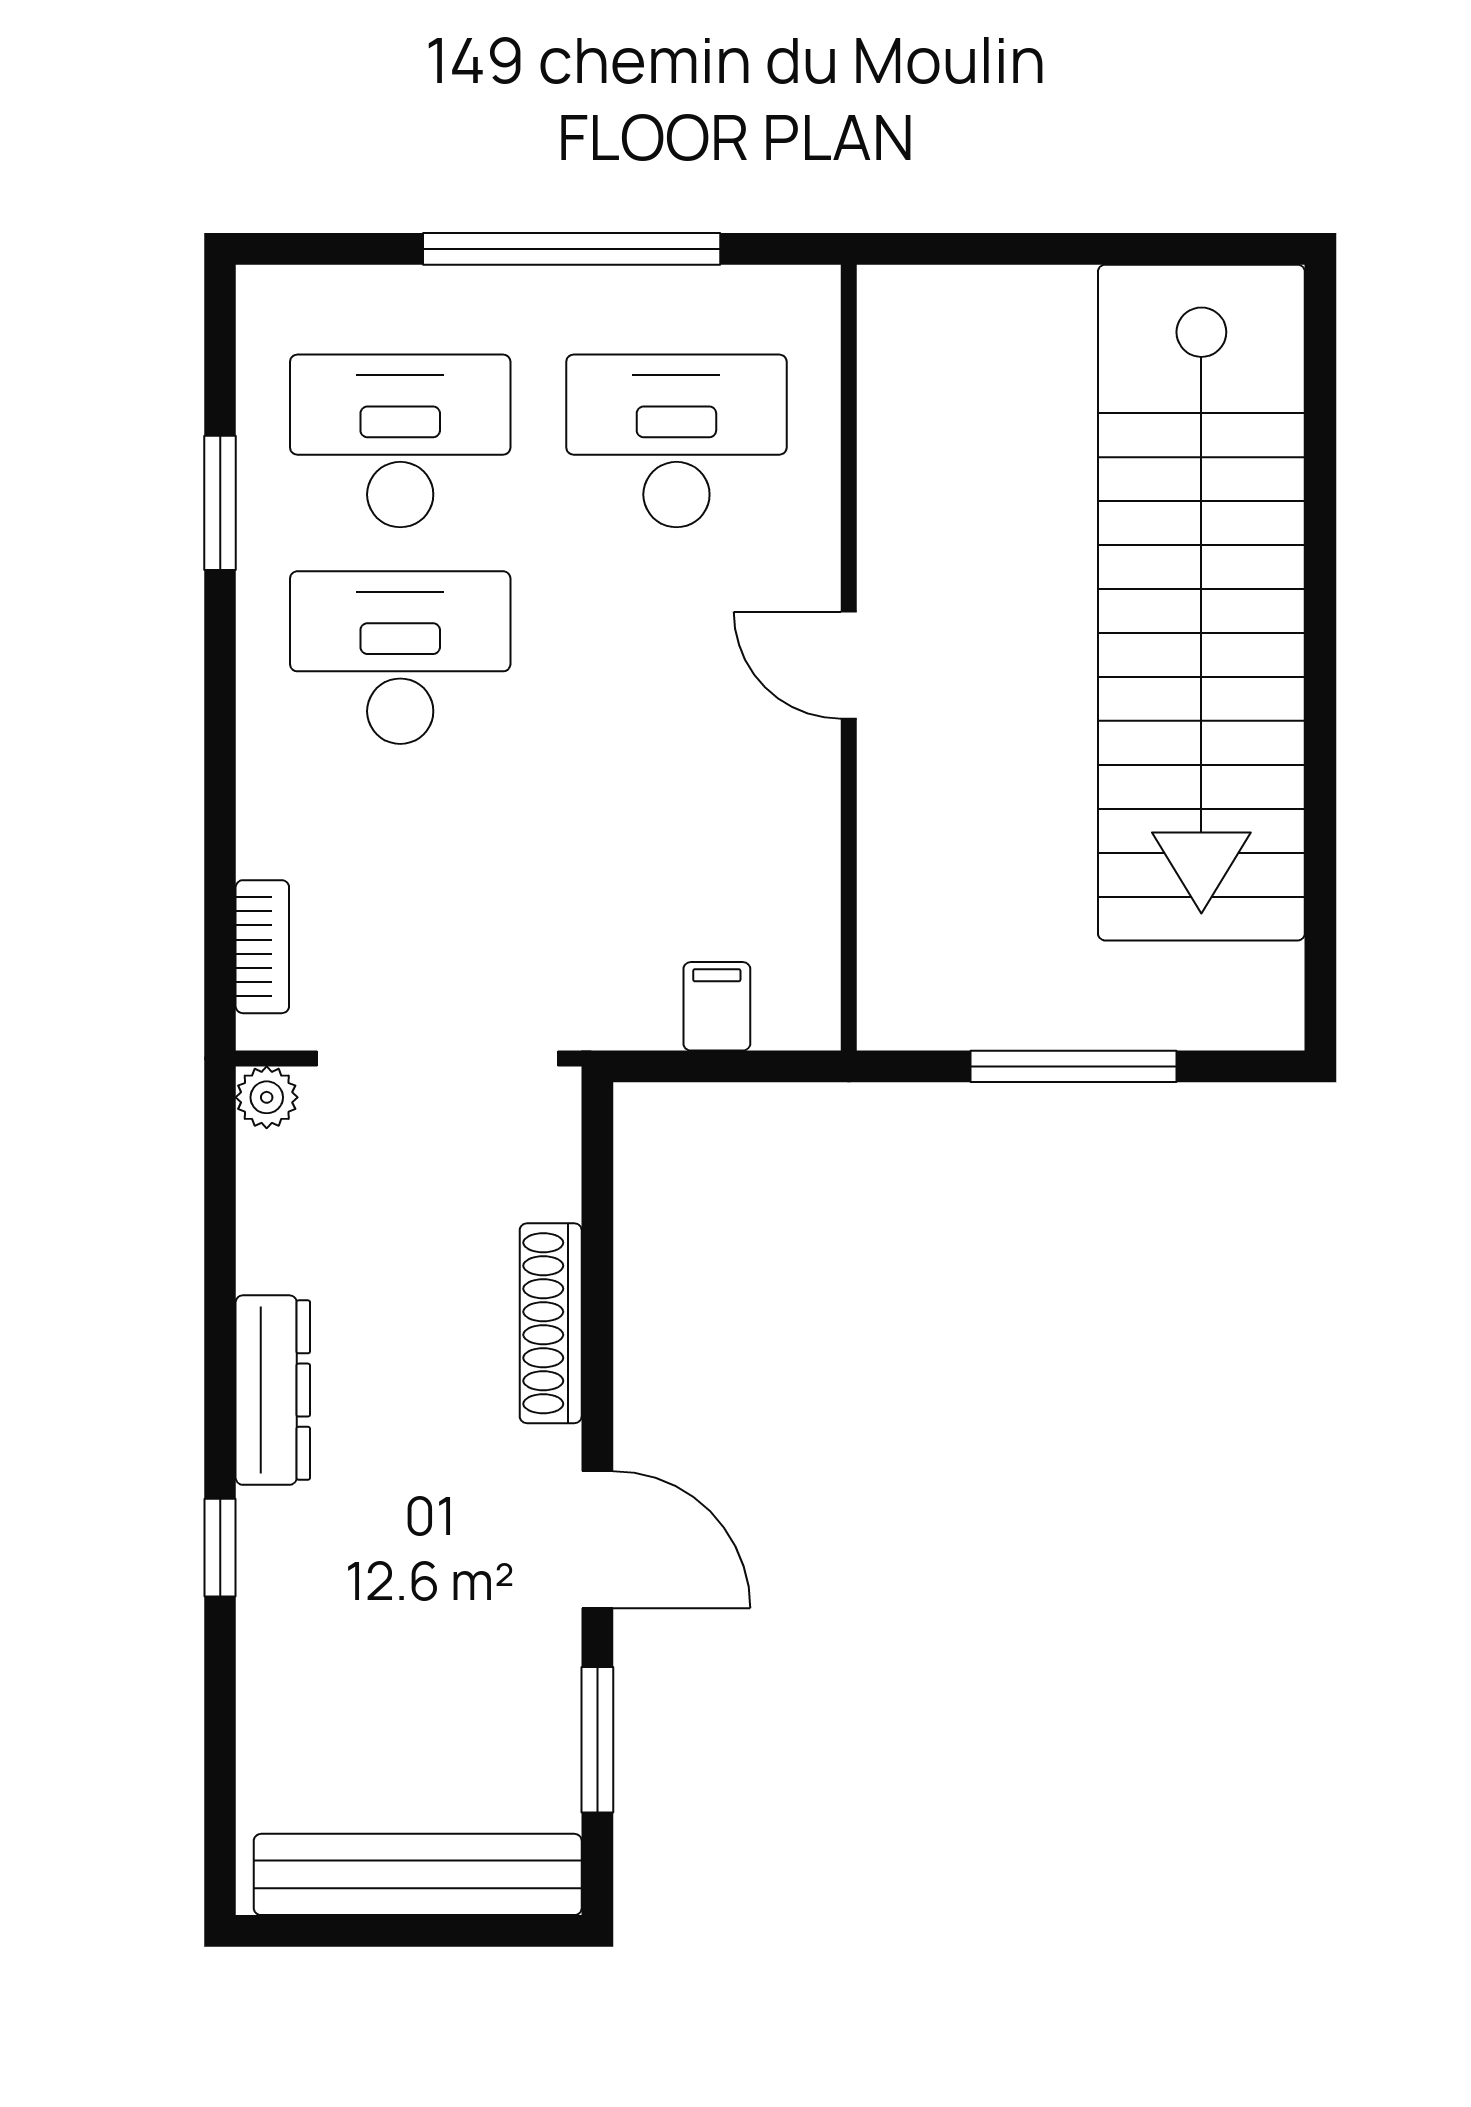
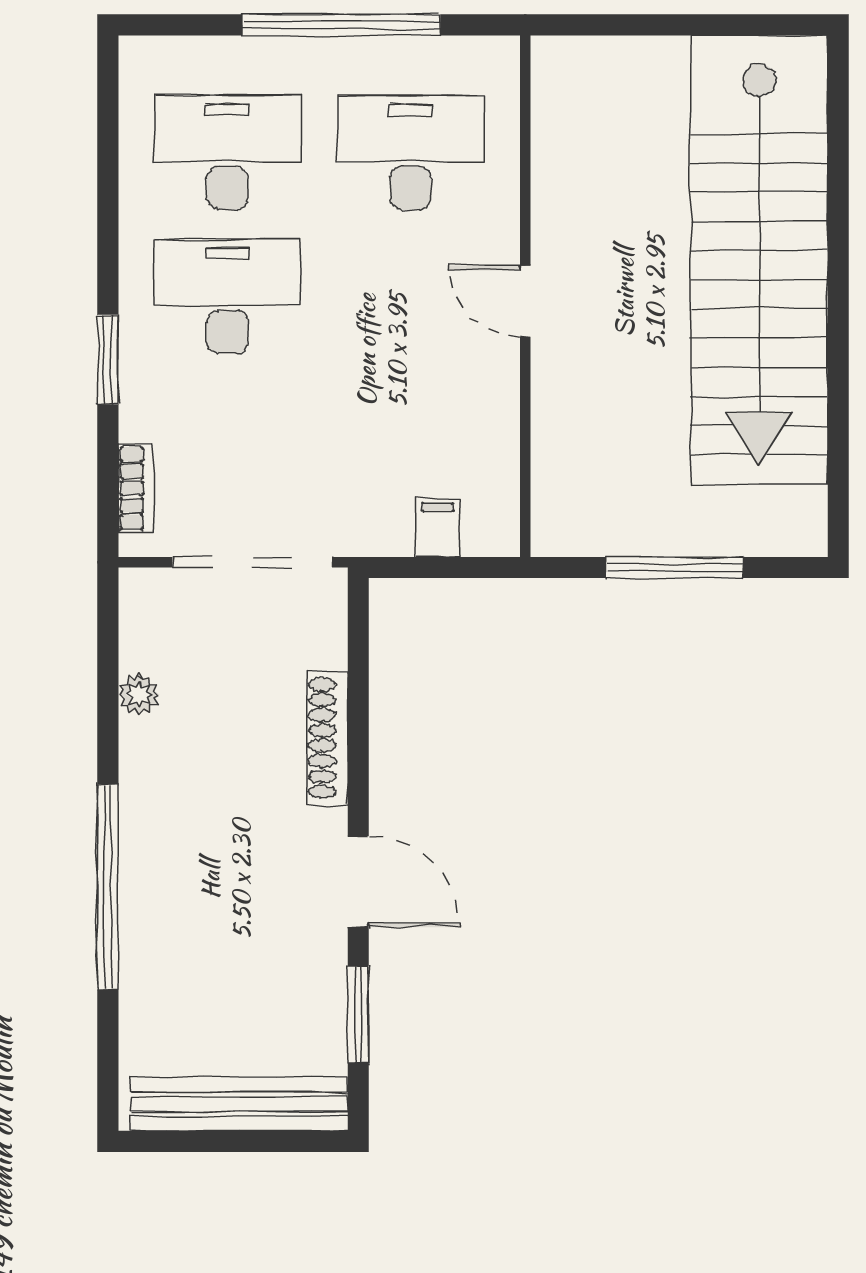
window: (220, 503) -> (108, 359), moved
plant: (267, 1097) -> (139, 695), moved
dresser: (273, 1390) -> (143, 782), removed
window: (220, 1548) -> (108, 887), width x3.17

